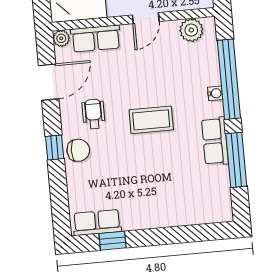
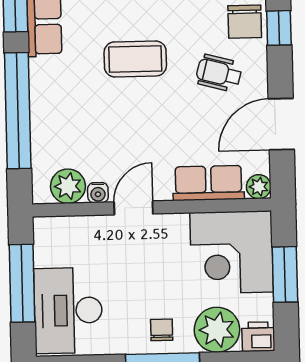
water cooler: (215, 93) -> (98, 193), moved, turned -90
wheelchair: (94, 114) -> (219, 73), turned 105
chair: (78, 150) -> (245, 22), turned -90

